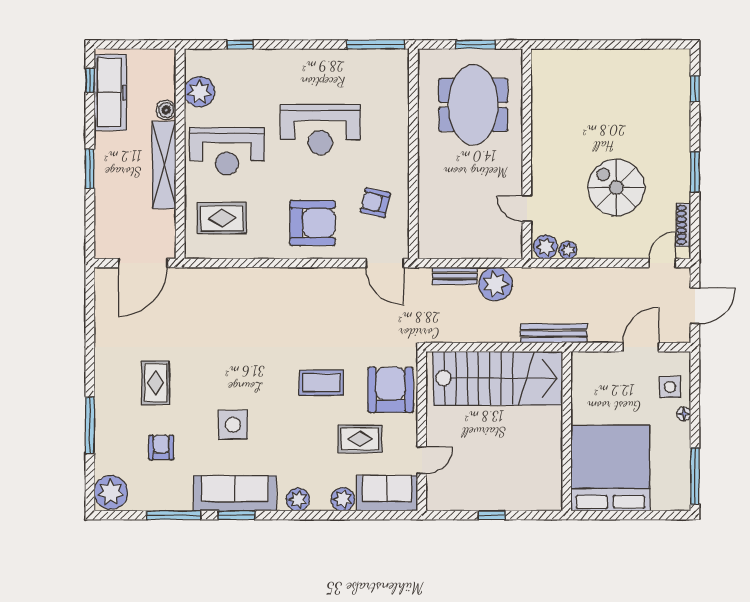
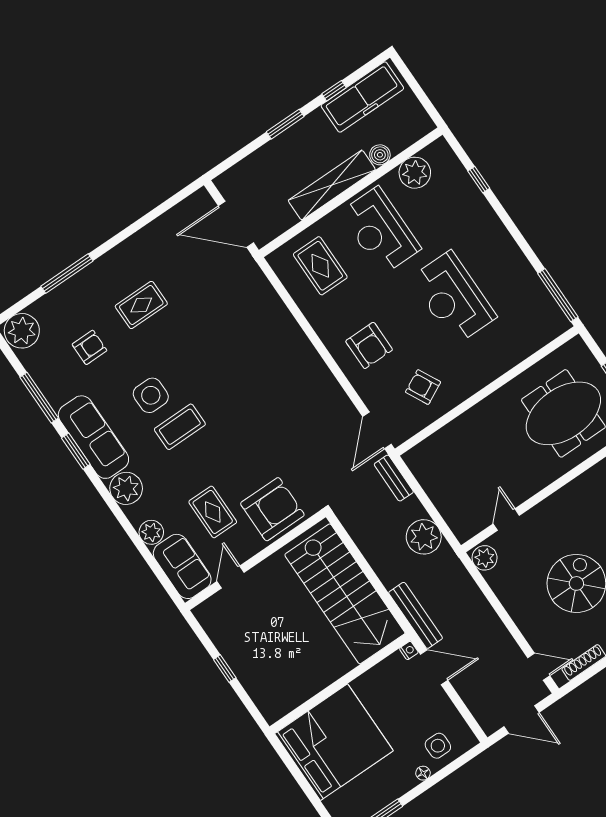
window: (90, 80) -> (334, 91), moved
armchair: (375, 203) -> (423, 387), turned -40
armchair: (313, 223) -> (369, 345), width x0.73, depth x0.73
plant: (568, 250) -> (495, 579), removed
bench: (455, 276) -> (394, 478), moved
door: (641, 347) -> (434, 667), moved
nightstand: (578, 358) -> (409, 650), added
coffee table: (321, 383) -> (180, 427), moved, turned 90
door: (422, 460) -> (231, 577), swing flipped
plant: (298, 499) -> (126, 488), width x1.36, depth x1.36

